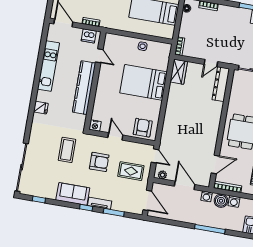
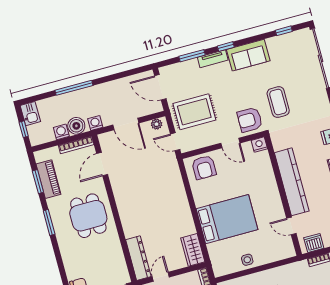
armchair: (99, 162) -> (250, 120), moved
rug: (131, 171) -> (194, 112), width x1.36, depth x1.43

